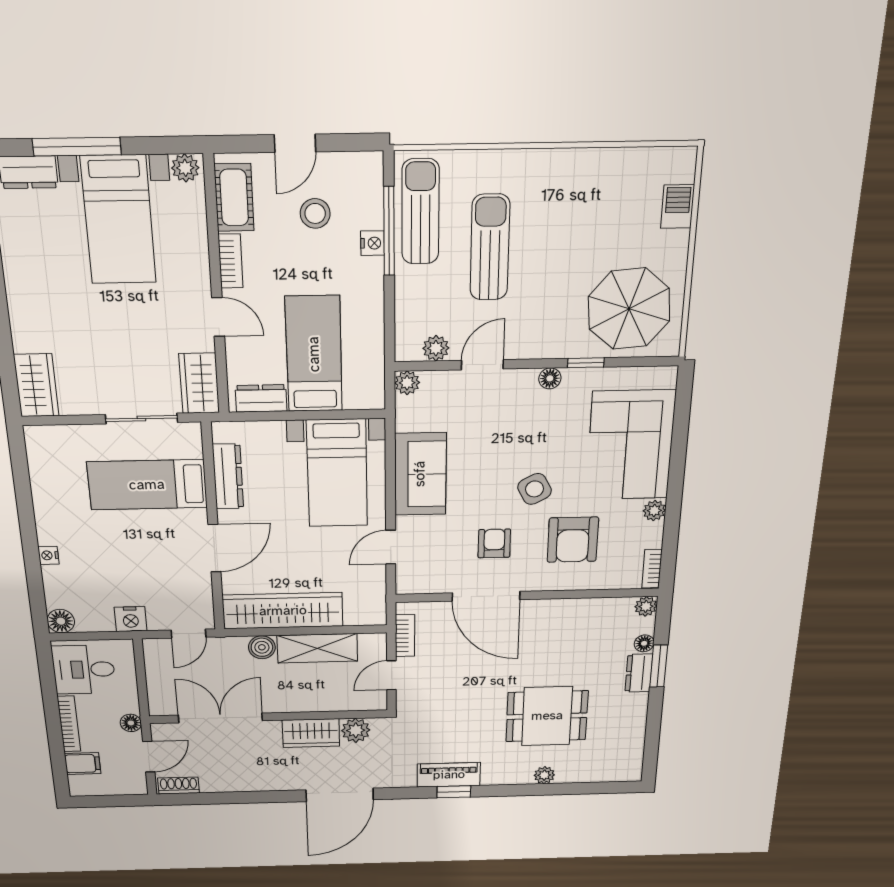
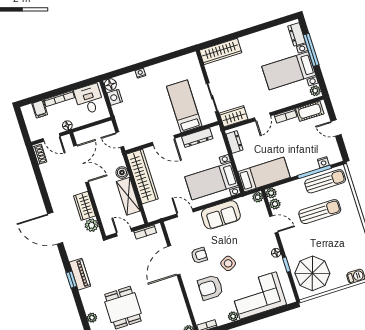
stool: (315, 213) -> (313, 143), removed
nightstand: (373, 243) -> (323, 162), moved
plant: (407, 349) -> (271, 193), added
bed: (314, 354) -> (264, 175), moved
wardrobe: (36, 385) -> (221, 51), width x1.50
nightstand: (131, 619) -> (115, 97), moved

